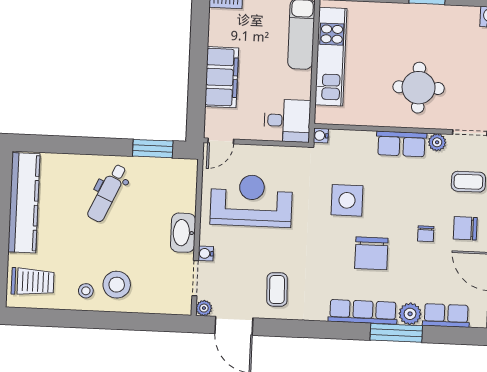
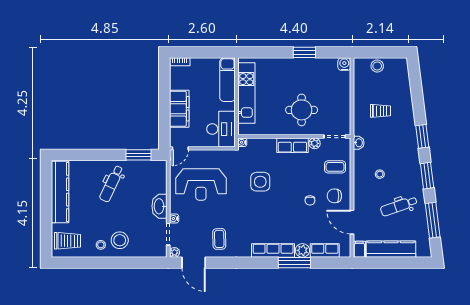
desk: (287, 121) -> (221, 129), width x1.37
reception desk: (251, 201) -> (201, 184), turned 180
chair: (371, 253) -> (277, 214), removed

